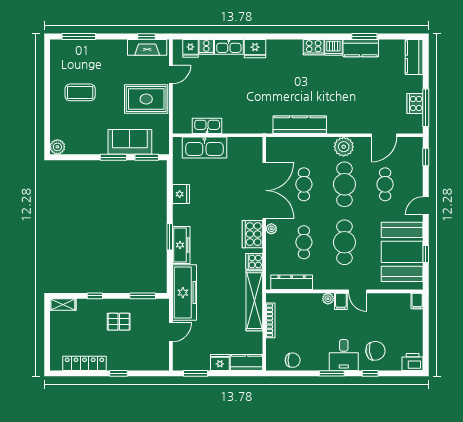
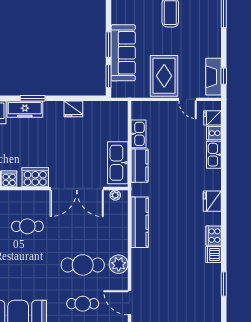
kitchen counter: (361, 48) -> (140, 166), moved, turned 180
fridge: (255, 49) -> (212, 201), moved
sofa: (130, 142) -> (123, 53), width x1.36
kitchen sink: (204, 147) -> (118, 163), moved
cafe table: (304, 184) -> (83, 226), removed
plant: (271, 229) -> (115, 195), moved
cafe table: (344, 242) -> (27, 265), removed

